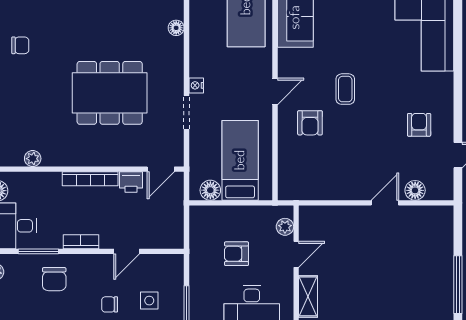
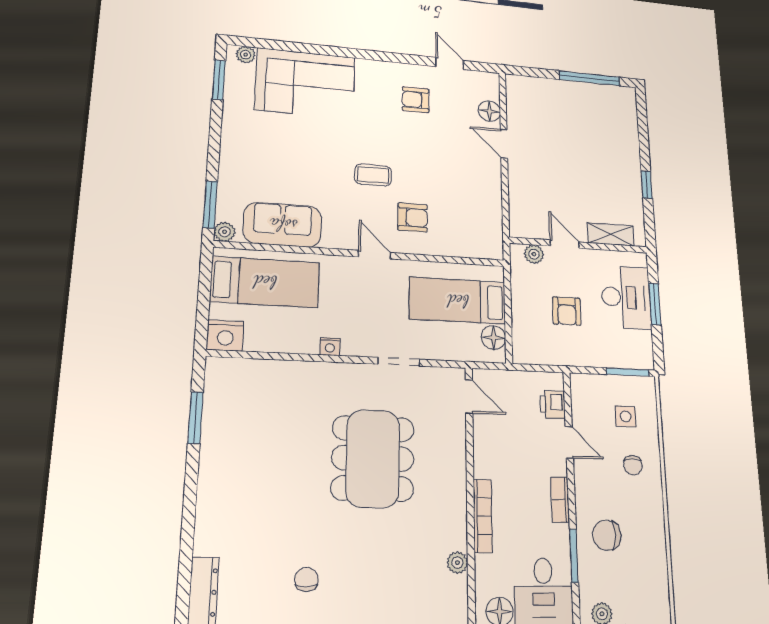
floor lamp: (176, 28) -> (291, 370), removed
nightstand: (196, 85) -> (330, 347), moved
bookcase: (90, 179) -> (483, 516), moved
printer: (131, 182) -> (553, 405), moved, turned 180
chair: (54, 279) -> (607, 535), turned 180

